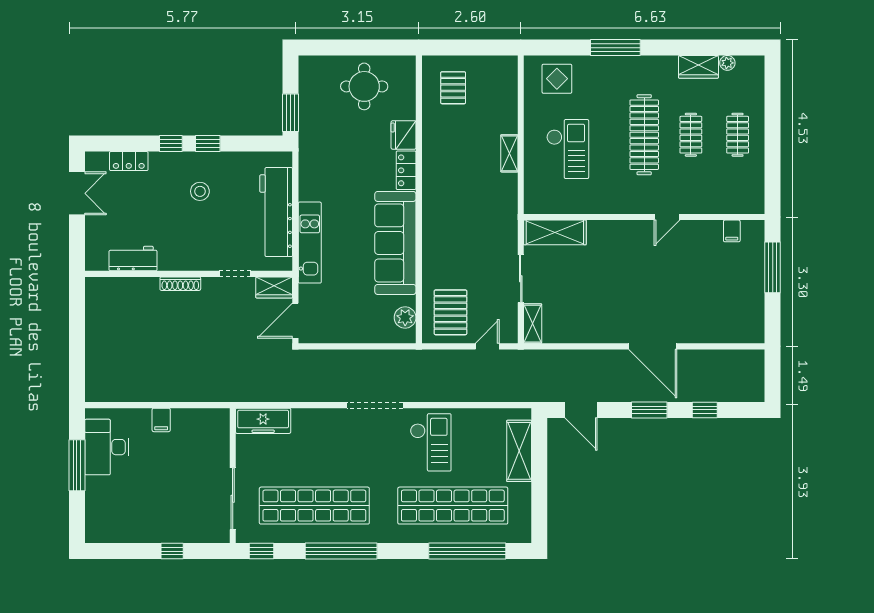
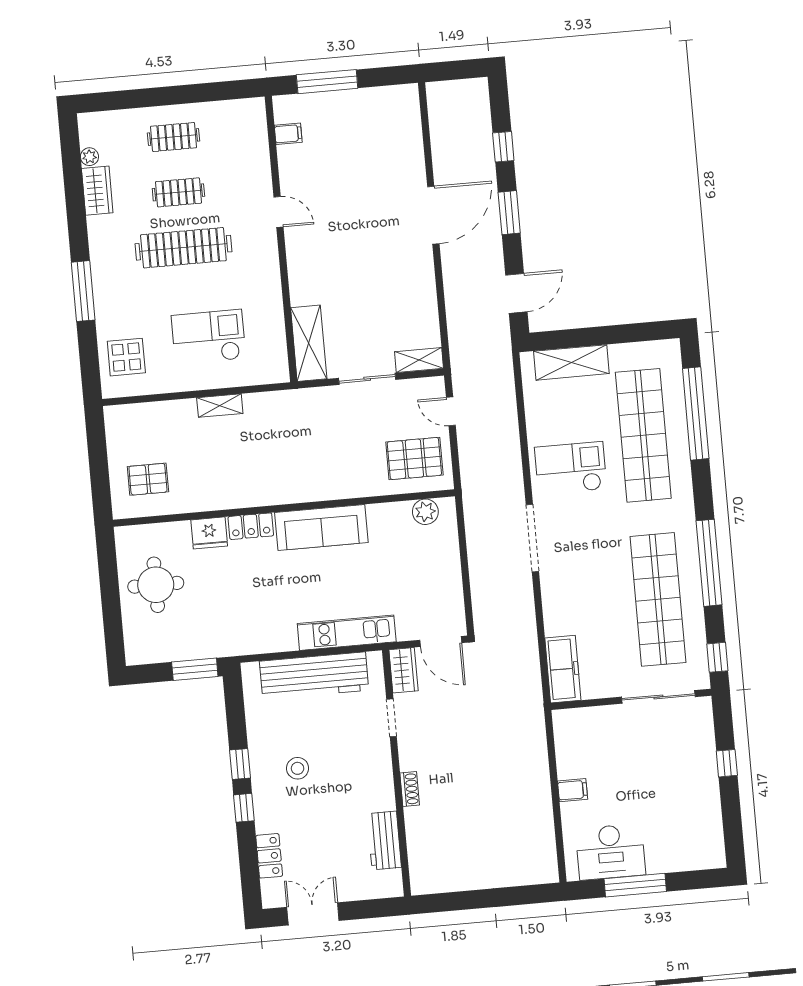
sofa: (395, 243) -> (321, 527), width x0.74, depth x0.79
shoe rack: (180, 284) -> (410, 789), width x0.70

